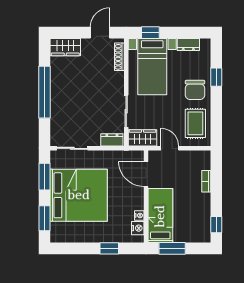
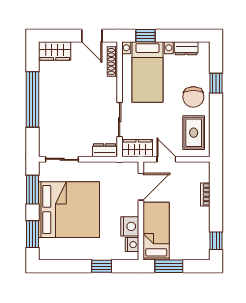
door: (100, 33) -> (92, 36), swing flipped
door: (146, 174) -> (141, 187), swing flipped
nightstand: (139, 215) -> (130, 226), width x1.89, depth x1.79

